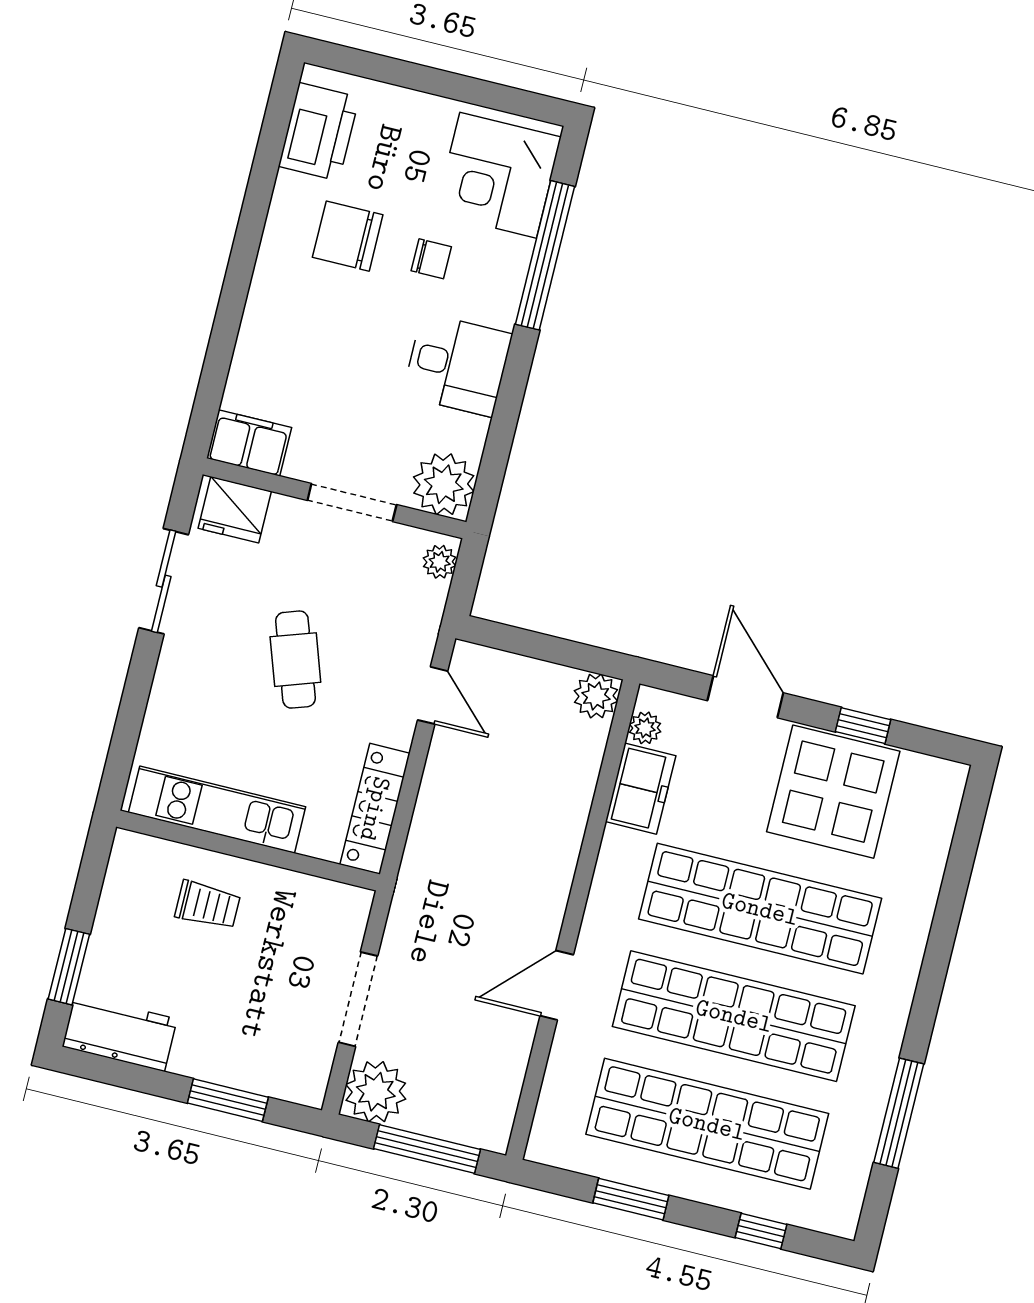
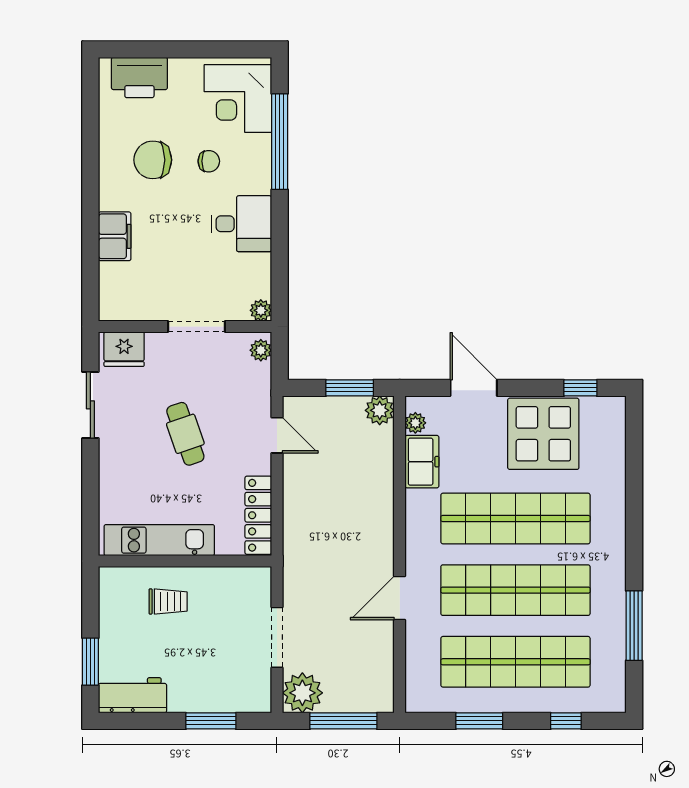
printer: (319, 132) -> (139, 77), moved, turned 90
filing cabinet: (249, 443) -> (115, 236), moved, turned 90
plant: (444, 484) -> (261, 310), width x0.53, depth x0.53
window: (559, 651) -> (350, 388), added
window: (863, 726) -> (580, 388), moved

